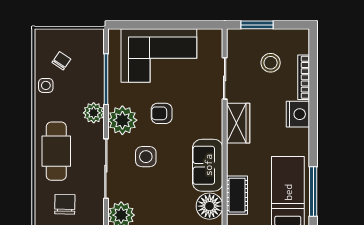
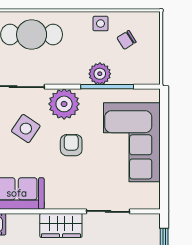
chair: (61, 61) -> (127, 40), turned 114
plant: (94, 113) -> (100, 74), moved
side table: (146, 157) -> (26, 129), turned 34

